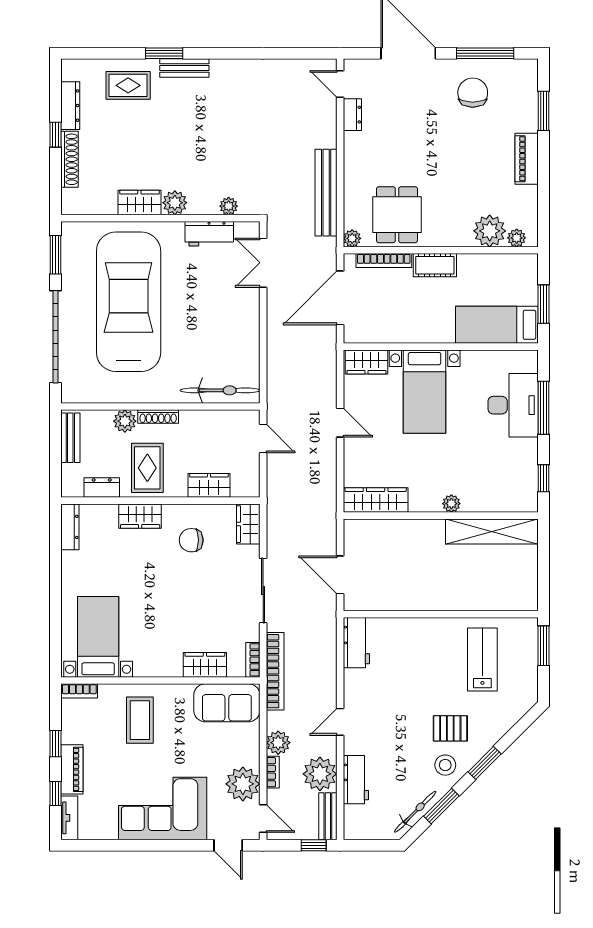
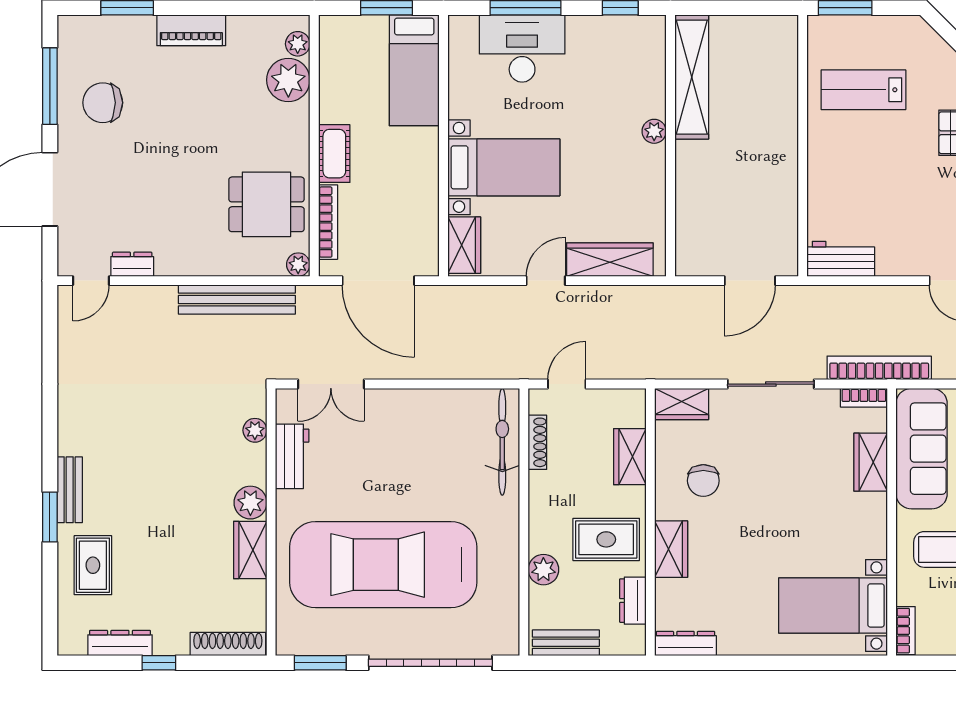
shoe rack: (69, 159) -> (228, 644), moved
shoe rack: (158, 417) -> (537, 442), moved
wardrobe: (376, 500) -> (610, 260), moved, turned 90
sofa: (227, 703) -> (922, 449), width x1.36

